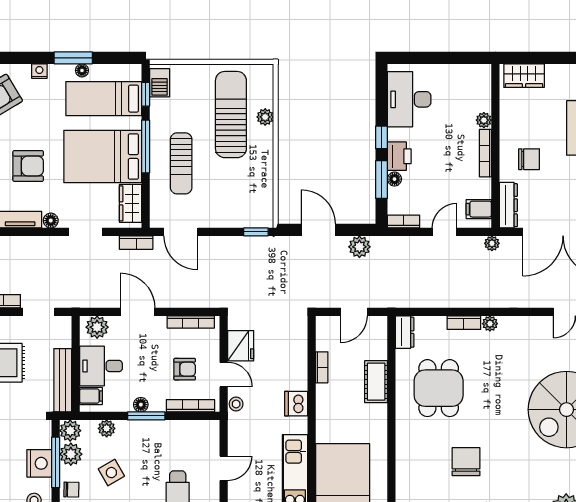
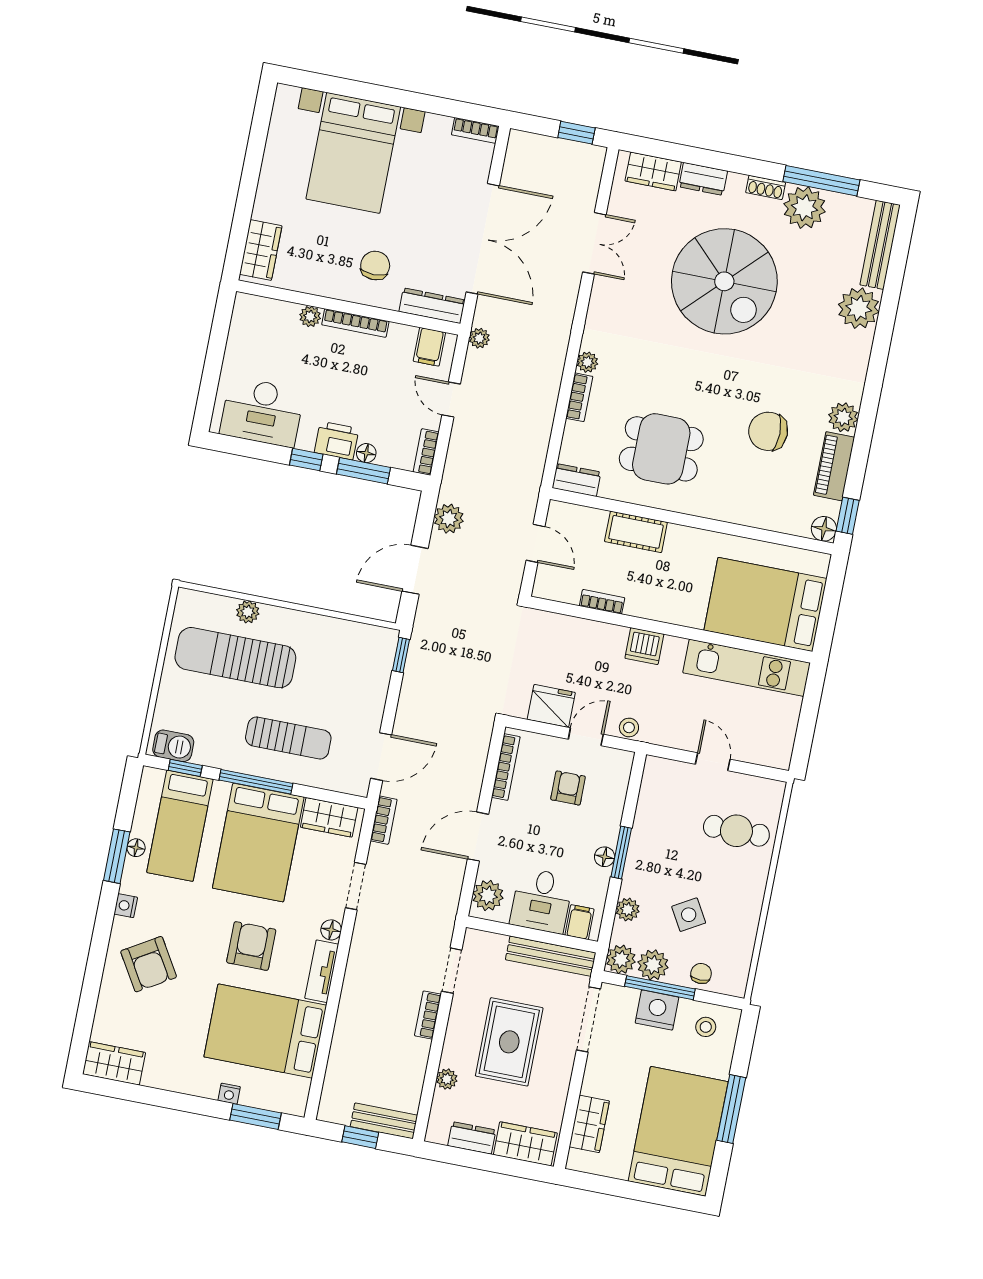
bookcase: (190, 406) -> (619, 790), removed

